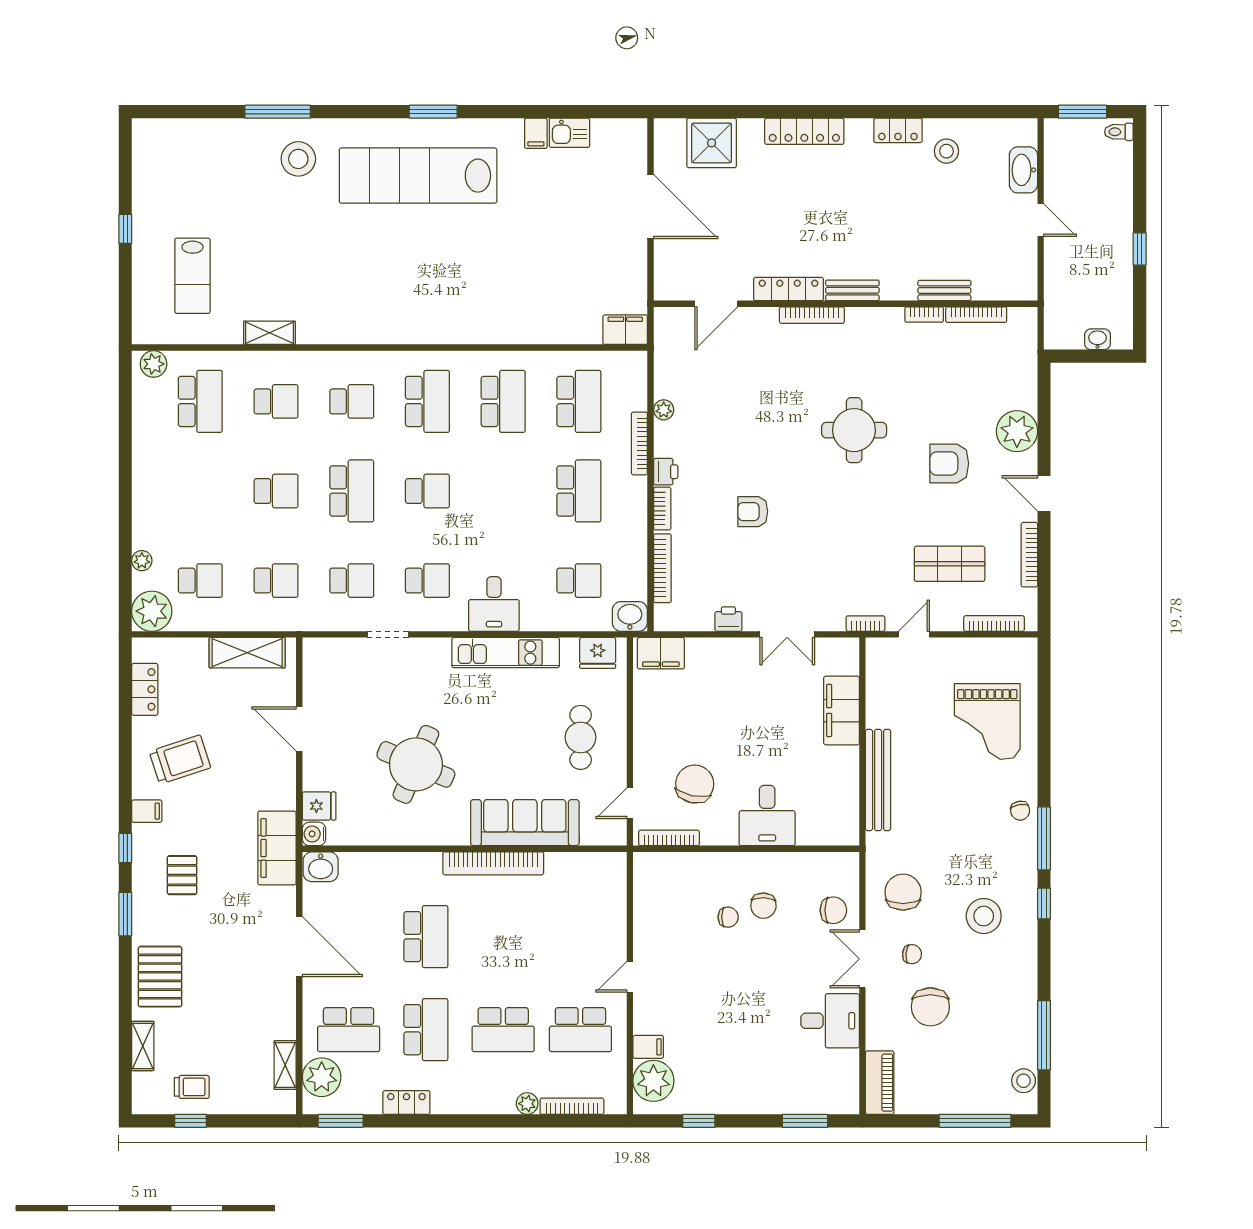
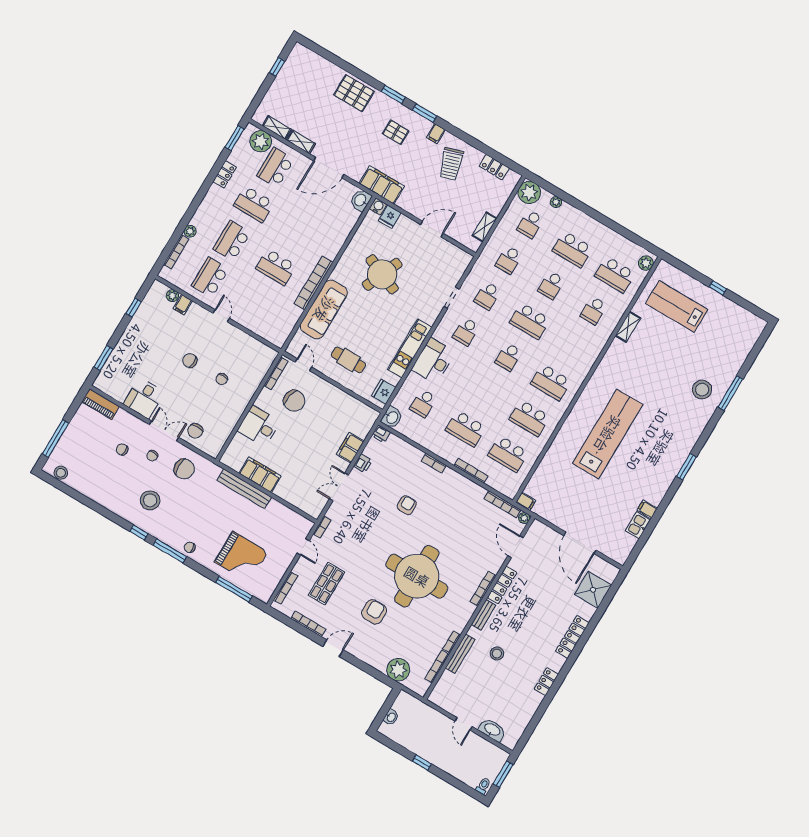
stool: (946, 151) -> (497, 654), moved
lab bench: (418, 176) -> (608, 434), moved
door: (651, 207) -> (580, 543), hinge flipped
door: (1041, 220) -> (464, 724), hinge flipped
lab bench: (192, 276) -> (677, 306), width x1.36, depth x1.39
bench: (944, 290) -> (460, 654), width x1.36
filing cabinet: (625, 330) -> (526, 501), width x0.50
school desk: (352, 401) -> (573, 249), moved, width x1.85
plant: (664, 410) -> (524, 518), moved
round table: (854, 430) -> (417, 576), width x1.86, depth x1.86
plant: (1017, 431) -> (398, 670), moved
printer: (666, 472) -> (381, 434), moved
bookcase: (662, 568) -> (503, 504), moved
desk: (494, 604) -> (433, 361), width x1.37
shelving: (247, 653) -> (485, 227), width x0.67, depth x0.75
filing cabinet: (661, 653) -> (350, 448), moved
filing cabinet: (841, 710) -> (260, 475), moved
grand piano: (987, 721) -> (241, 557), turned 180
window: (125, 848) -> (425, 113), width x1.50
chair: (763, 906) -> (190, 360), moved
school desk: (426, 937) -> (276, 267), moved
chair: (930, 1007) -> (122, 449), width x0.54, depth x0.54
window: (1044, 1035) -> (234, 589), moved
shelving: (143, 1046) -> (301, 142), moved
plant: (653, 1081) -> (172, 296), width x0.53, depth x0.53
trolley: (192, 1087) -> (293, 77), removed

